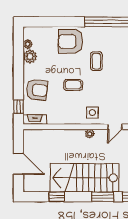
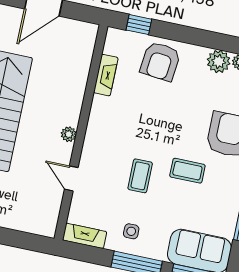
coffee table: (73, 85) -> (140, 176), moved
side table: (92, 113) -> (103, 146), removed
fireplace: (35, 120) -> (106, 75), moved

